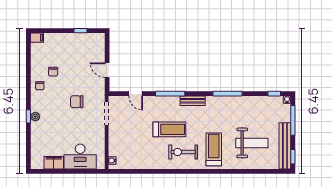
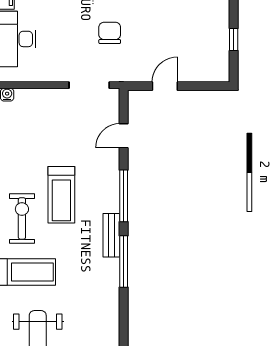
window: (227, 94) -> (124, 261), moved

